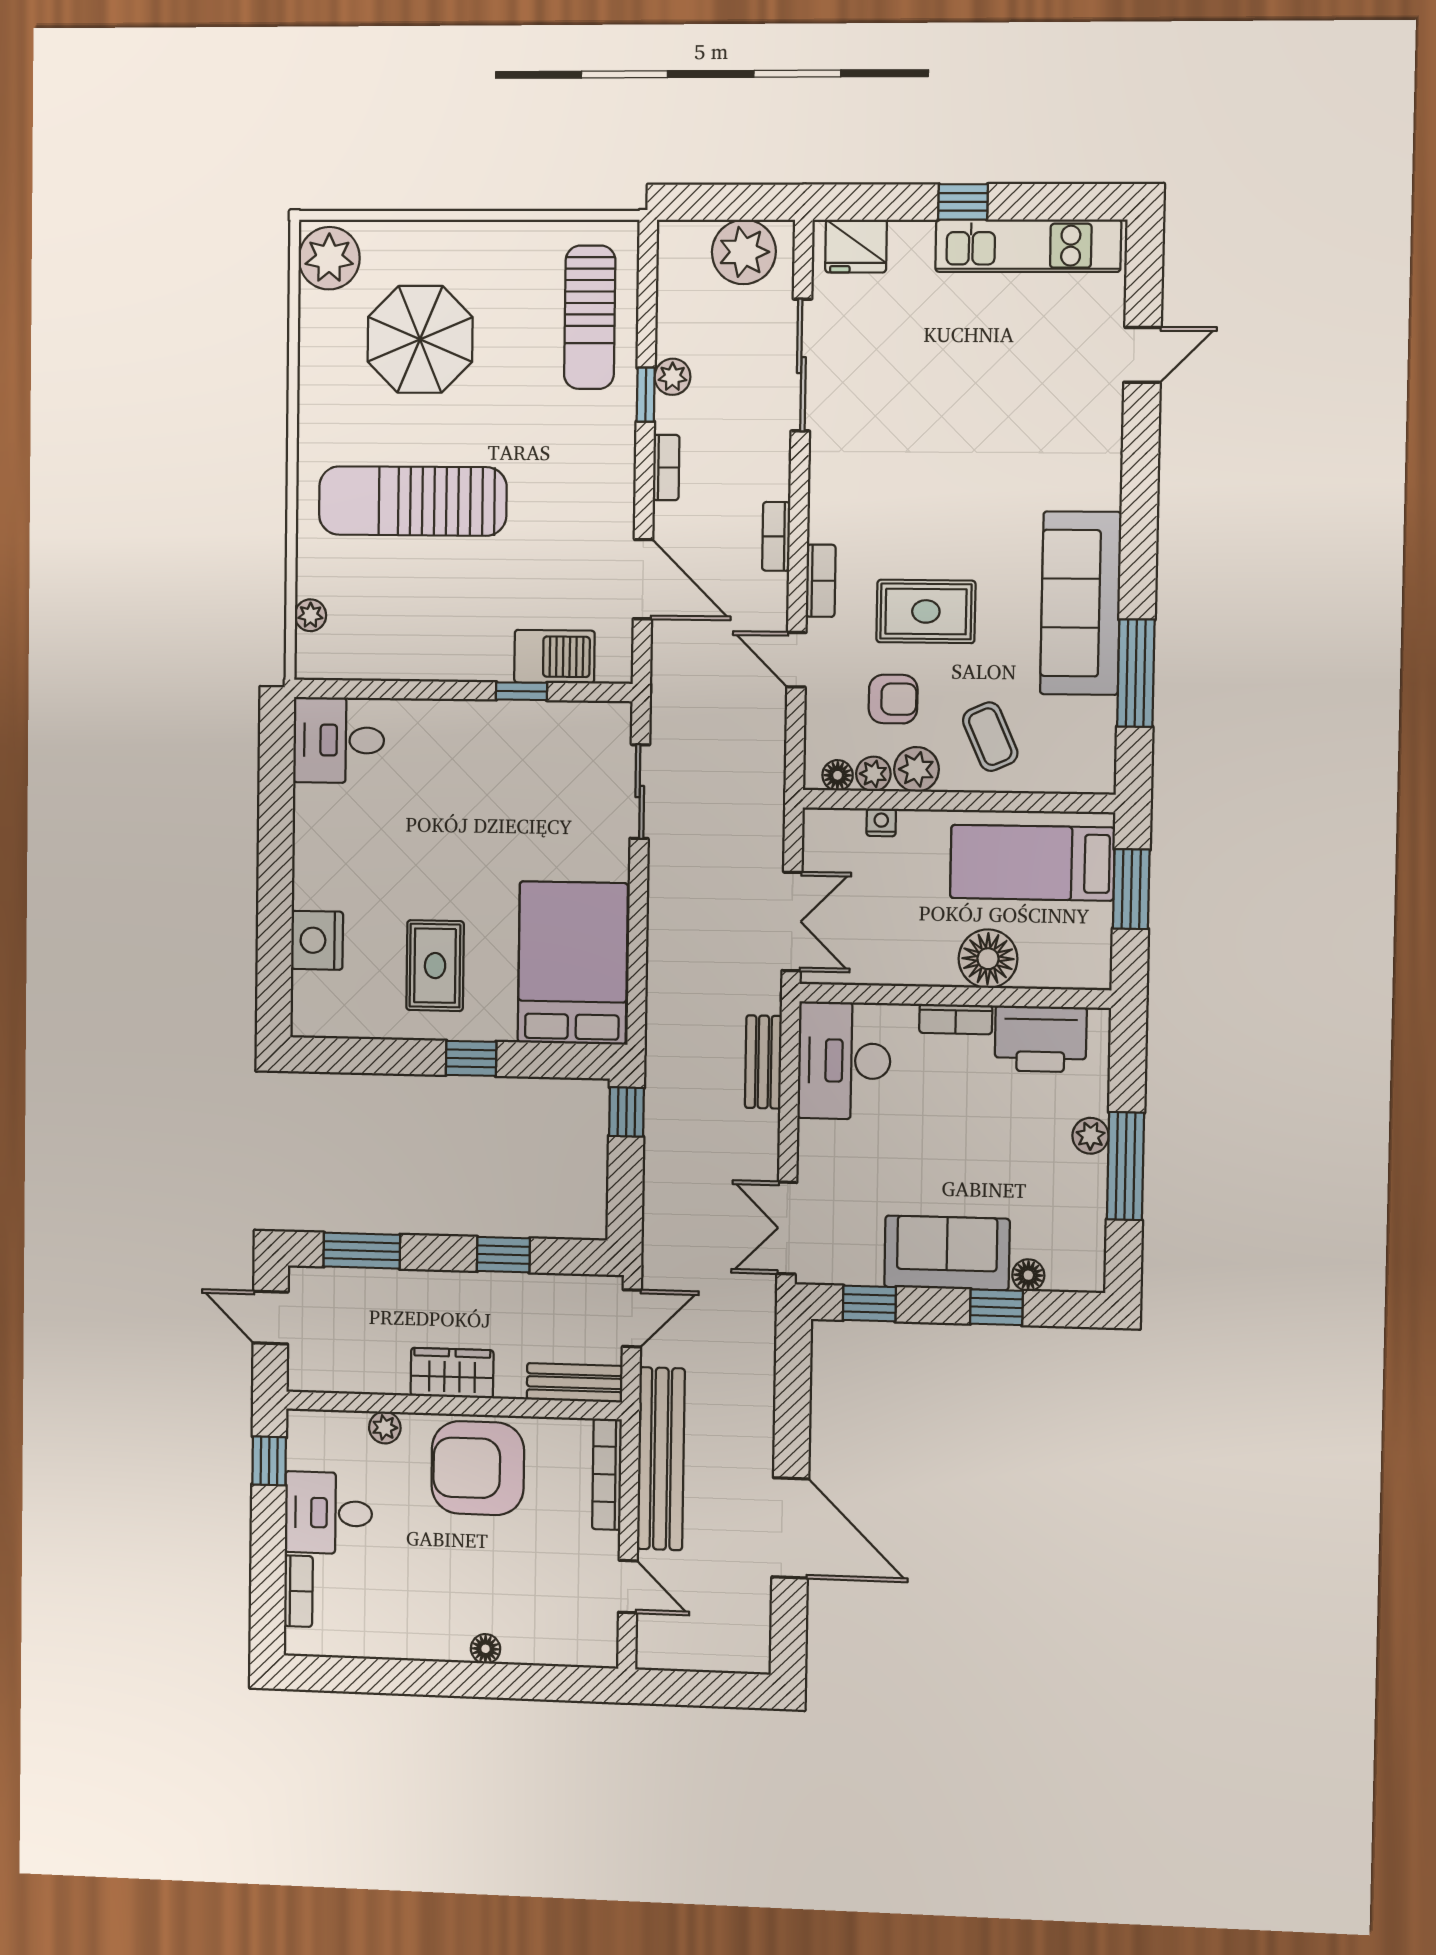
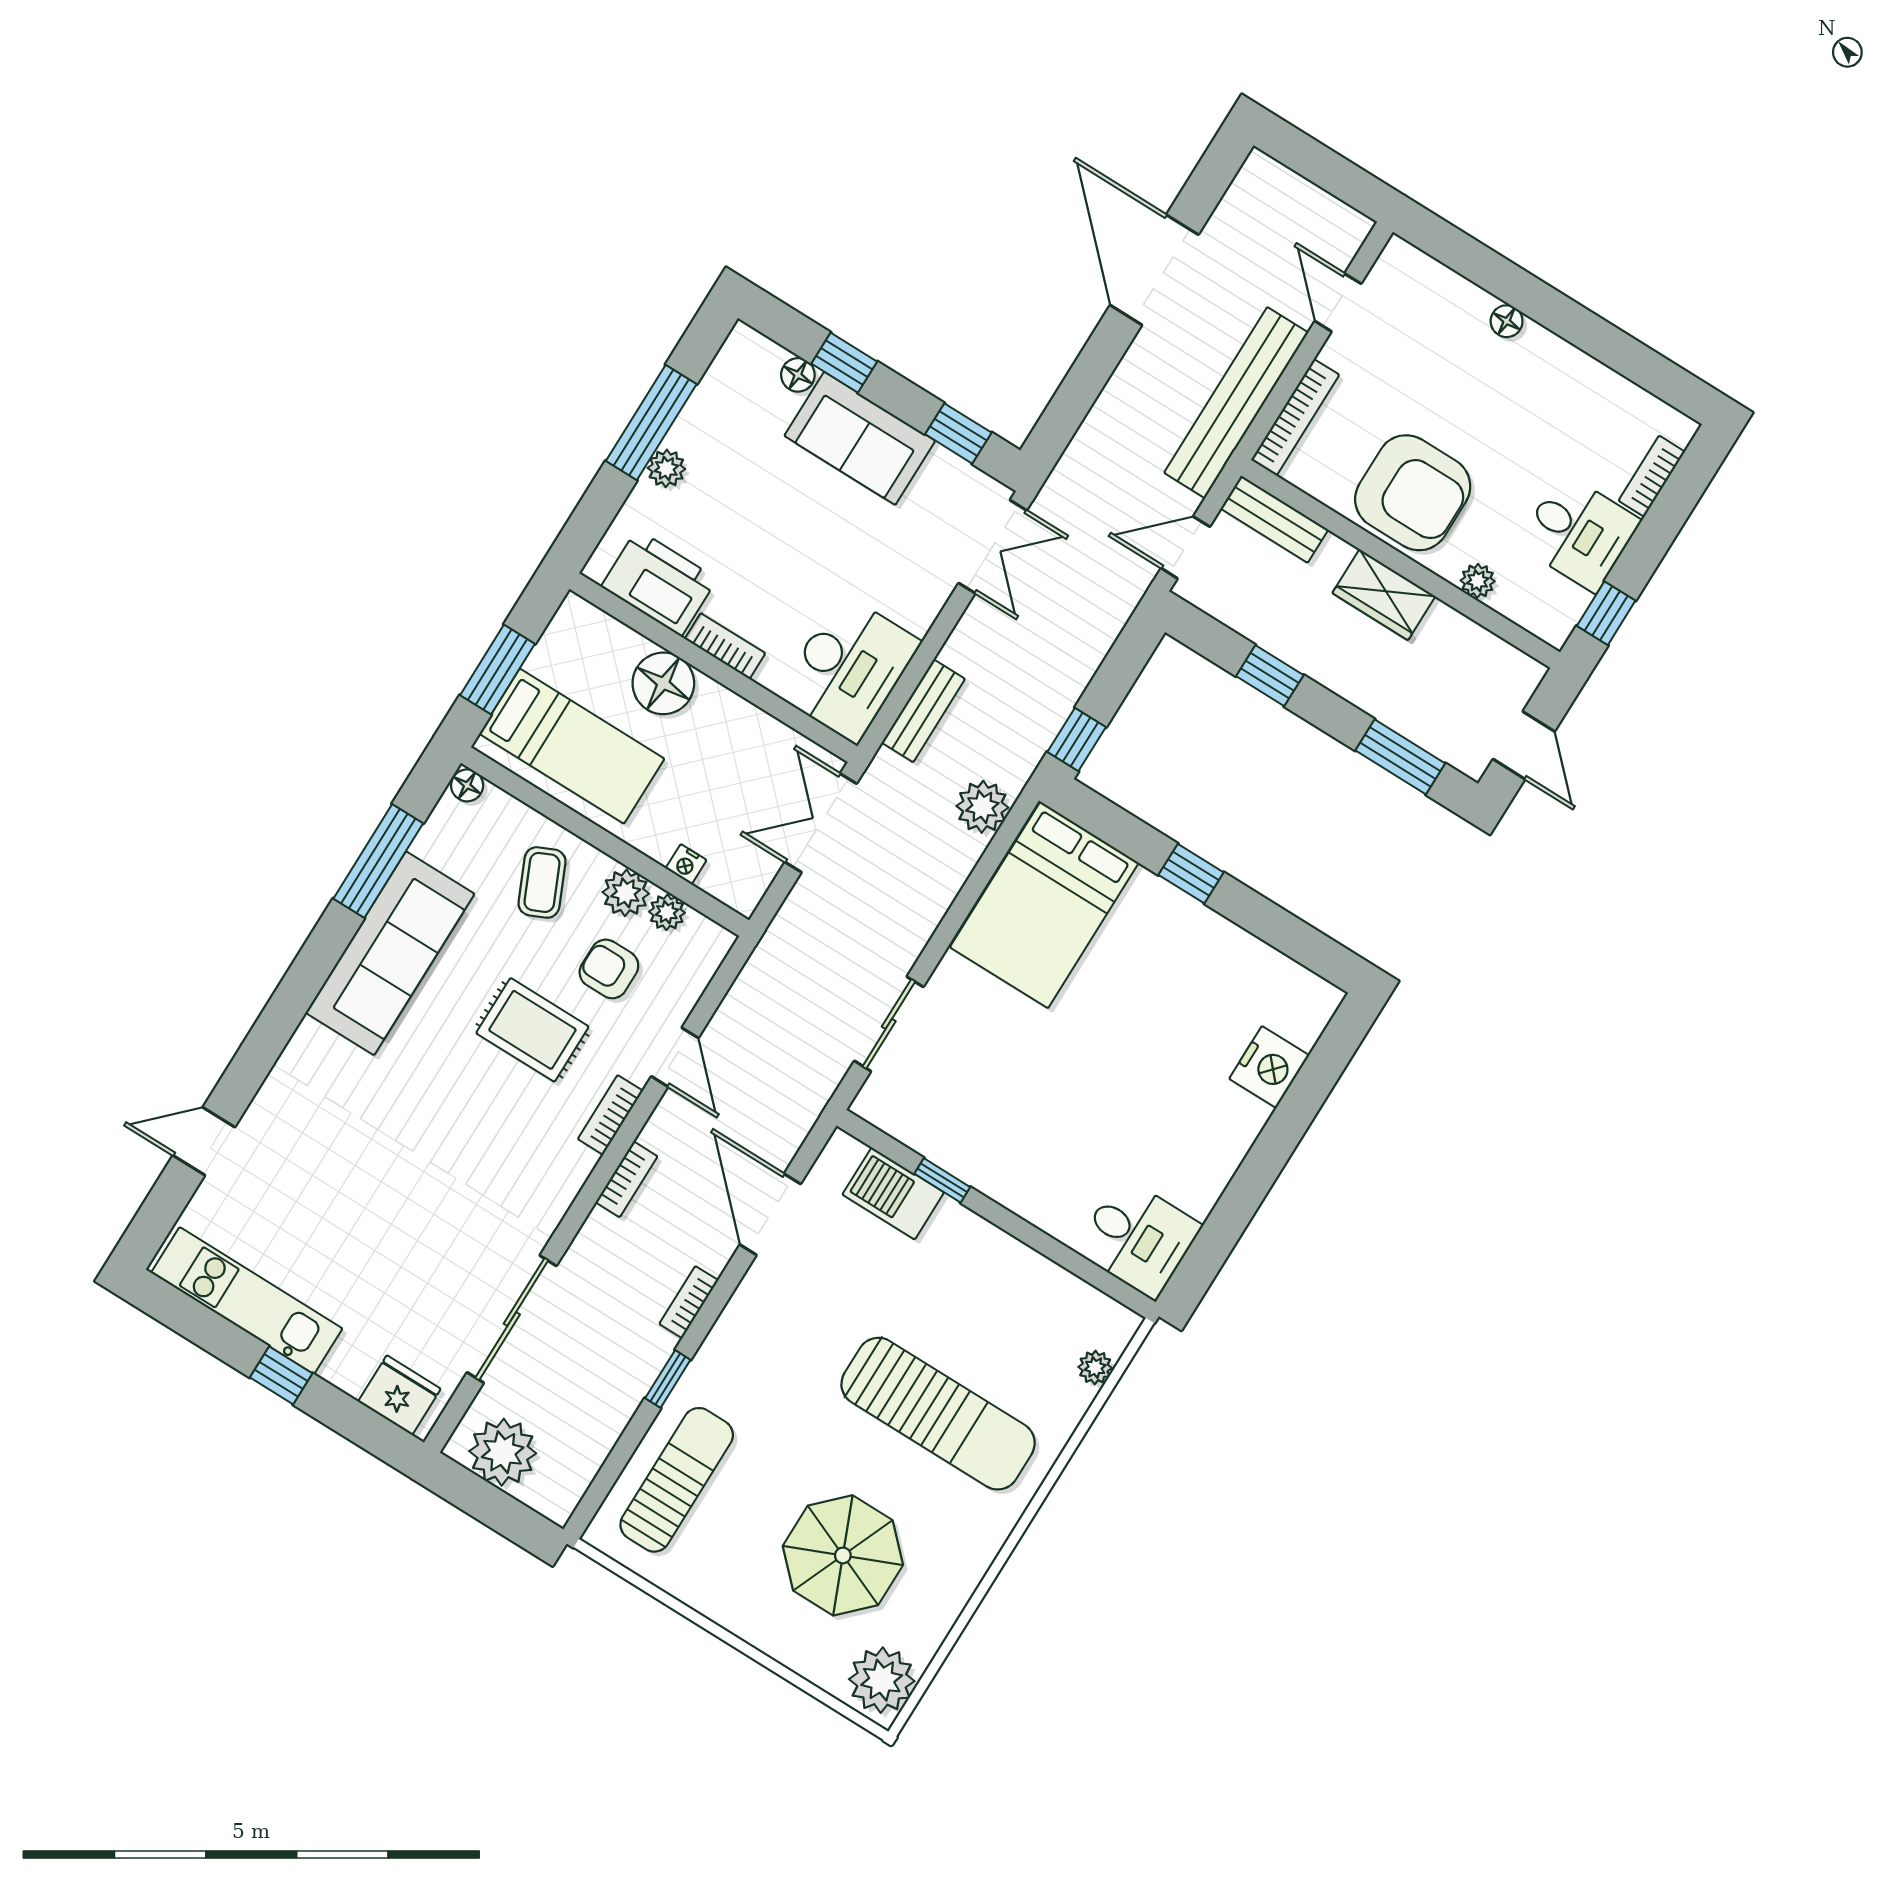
plant: (672, 377) -> (982, 807), moved, width x1.38, depth x1.38
floor lamp: (838, 775) -> (467, 785), moved
rug: (435, 966) -> (1173, 978), removed

